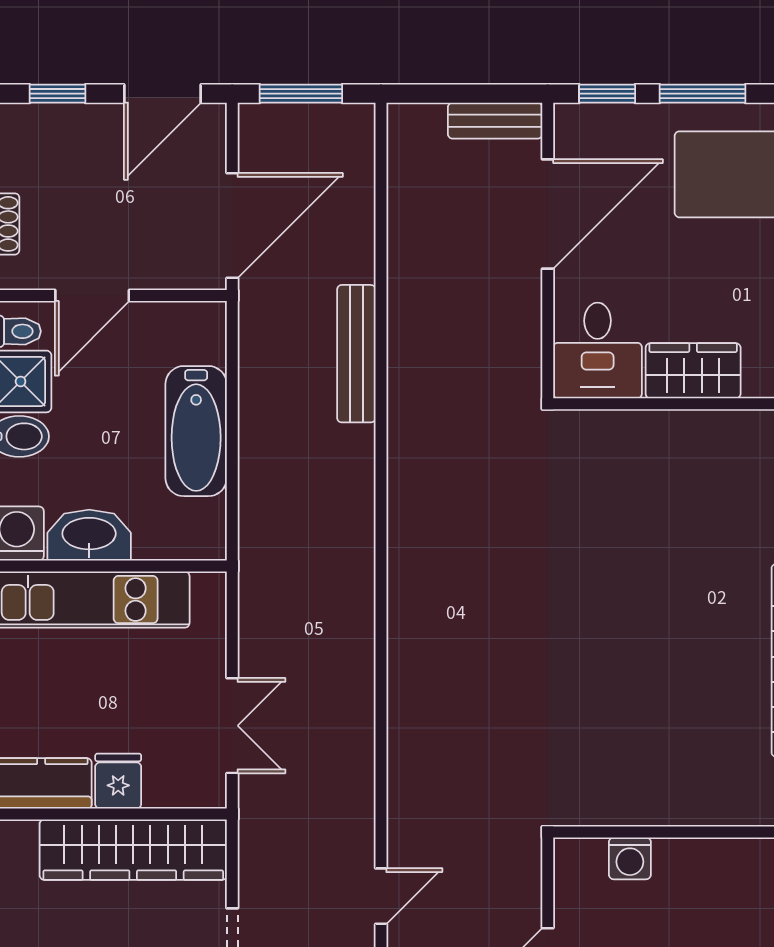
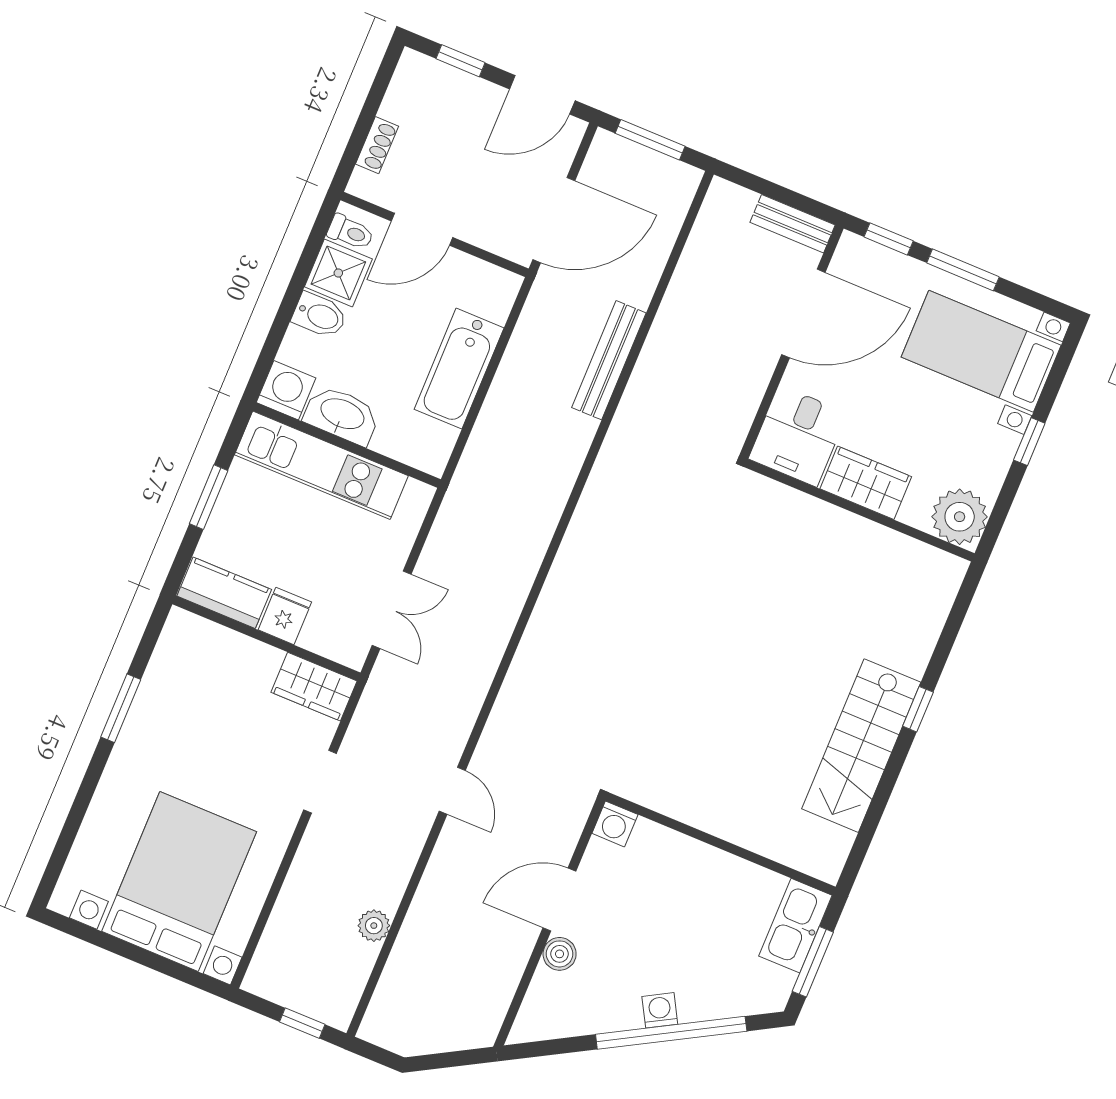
wardrobe: (133, 850) -> (314, 687), width x0.48, depth x0.85
washing machine: (630, 858) -> (615, 824), moved
door: (381, 896) -> (452, 791), hinge flipped

